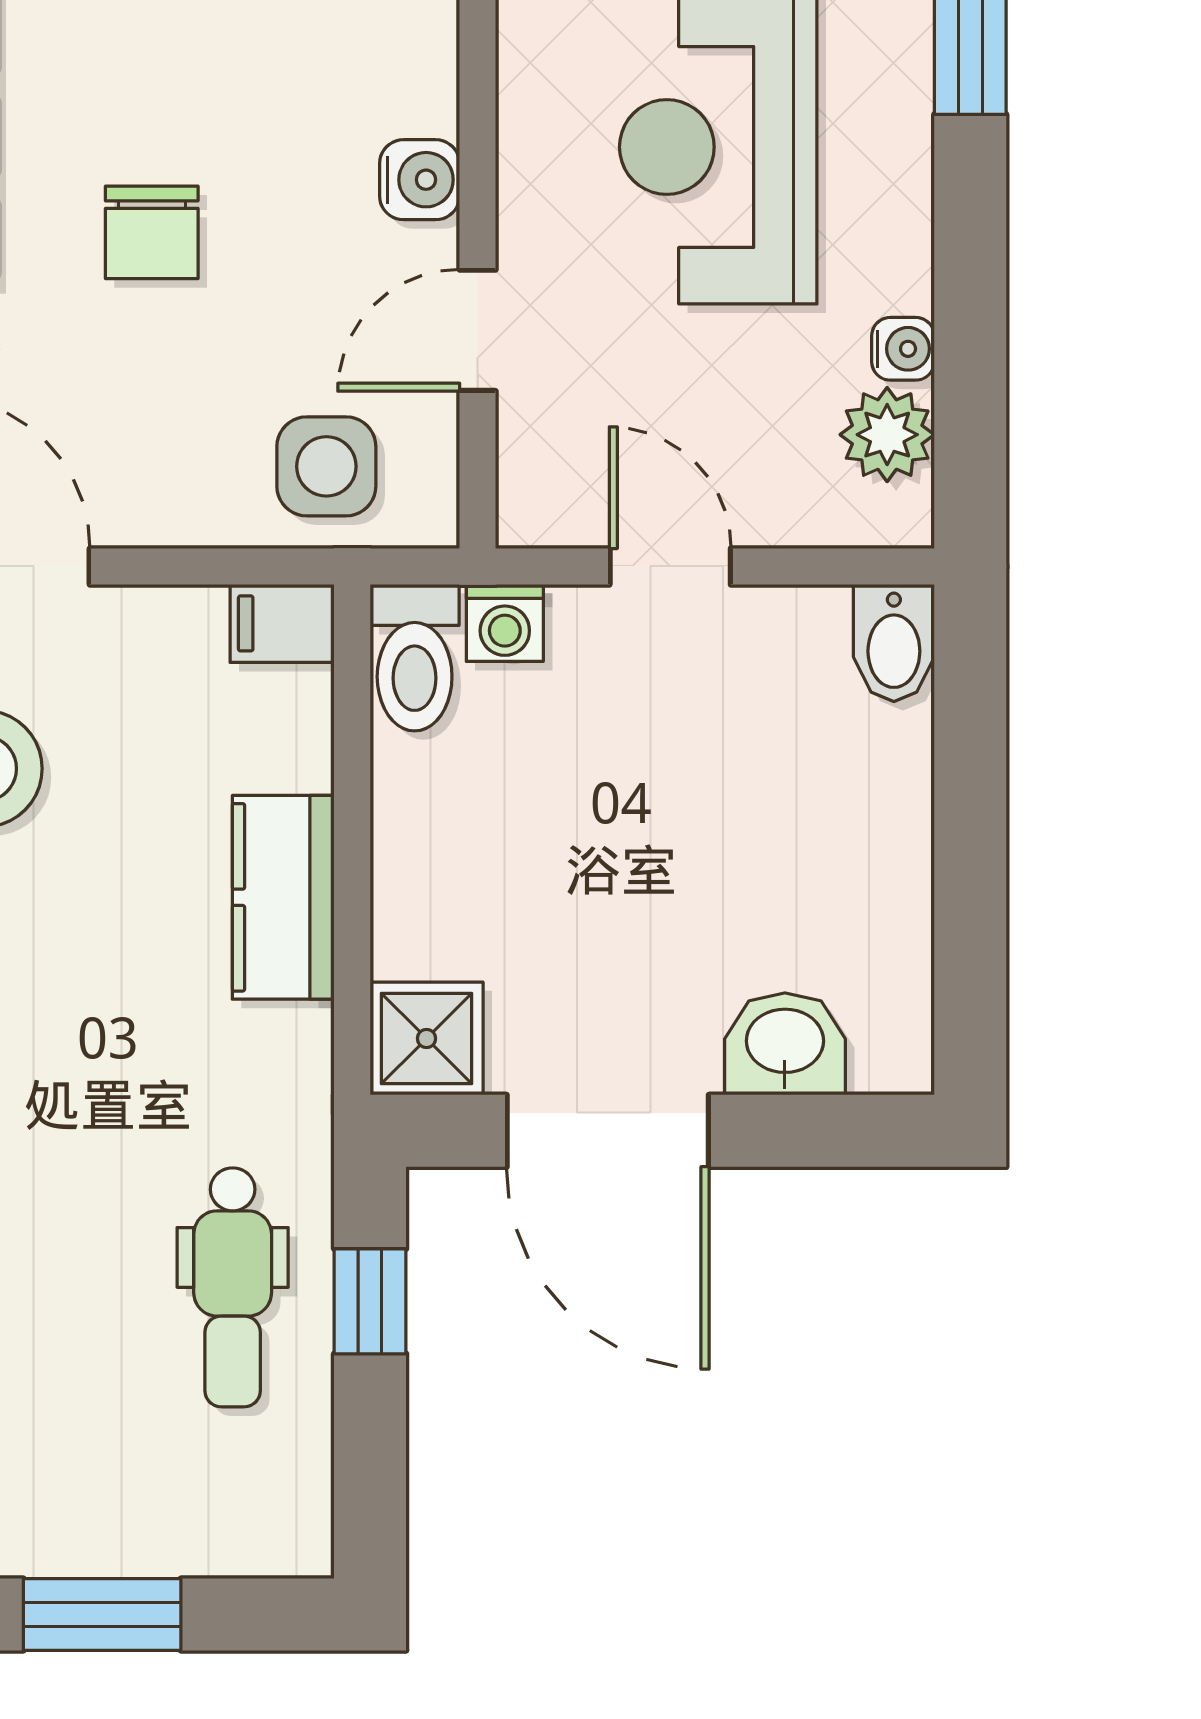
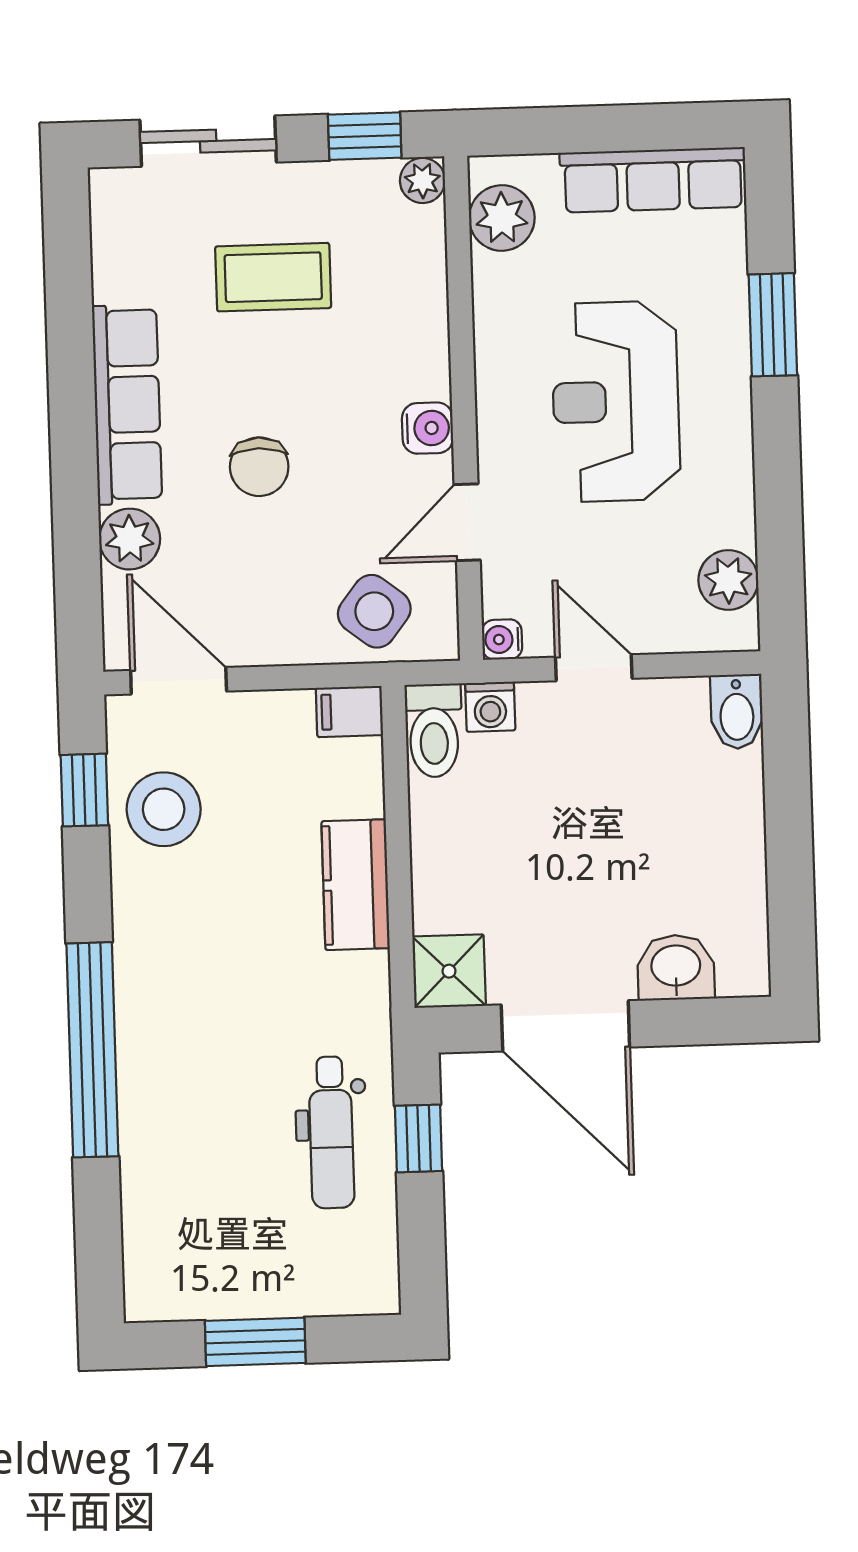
water cooler: (903, 349) -> (502, 639), moved, turned 180
side table: (326, 466) -> (374, 611), turned 38

